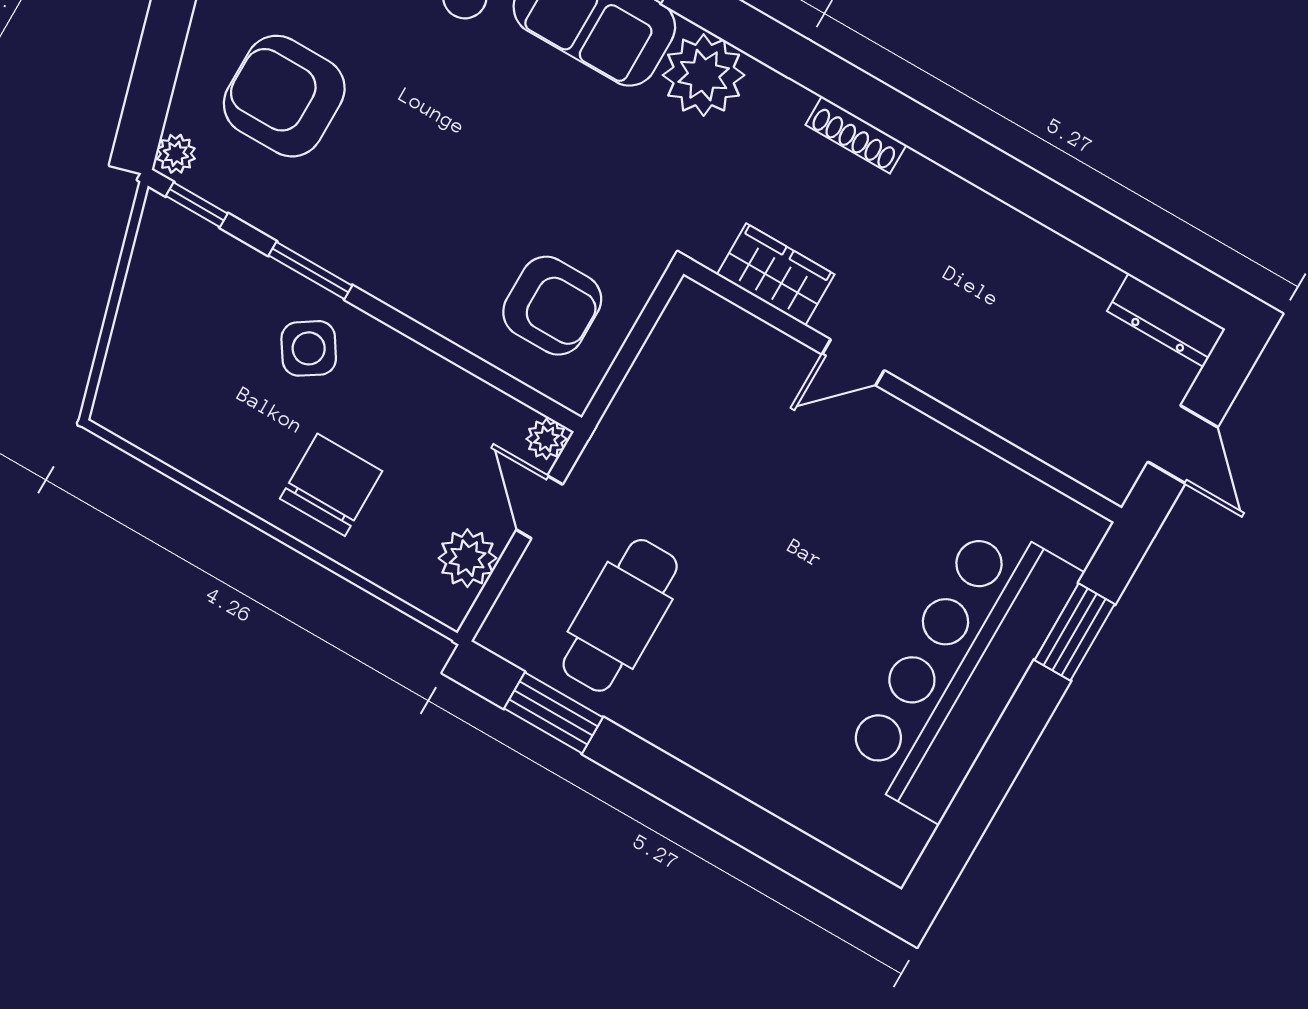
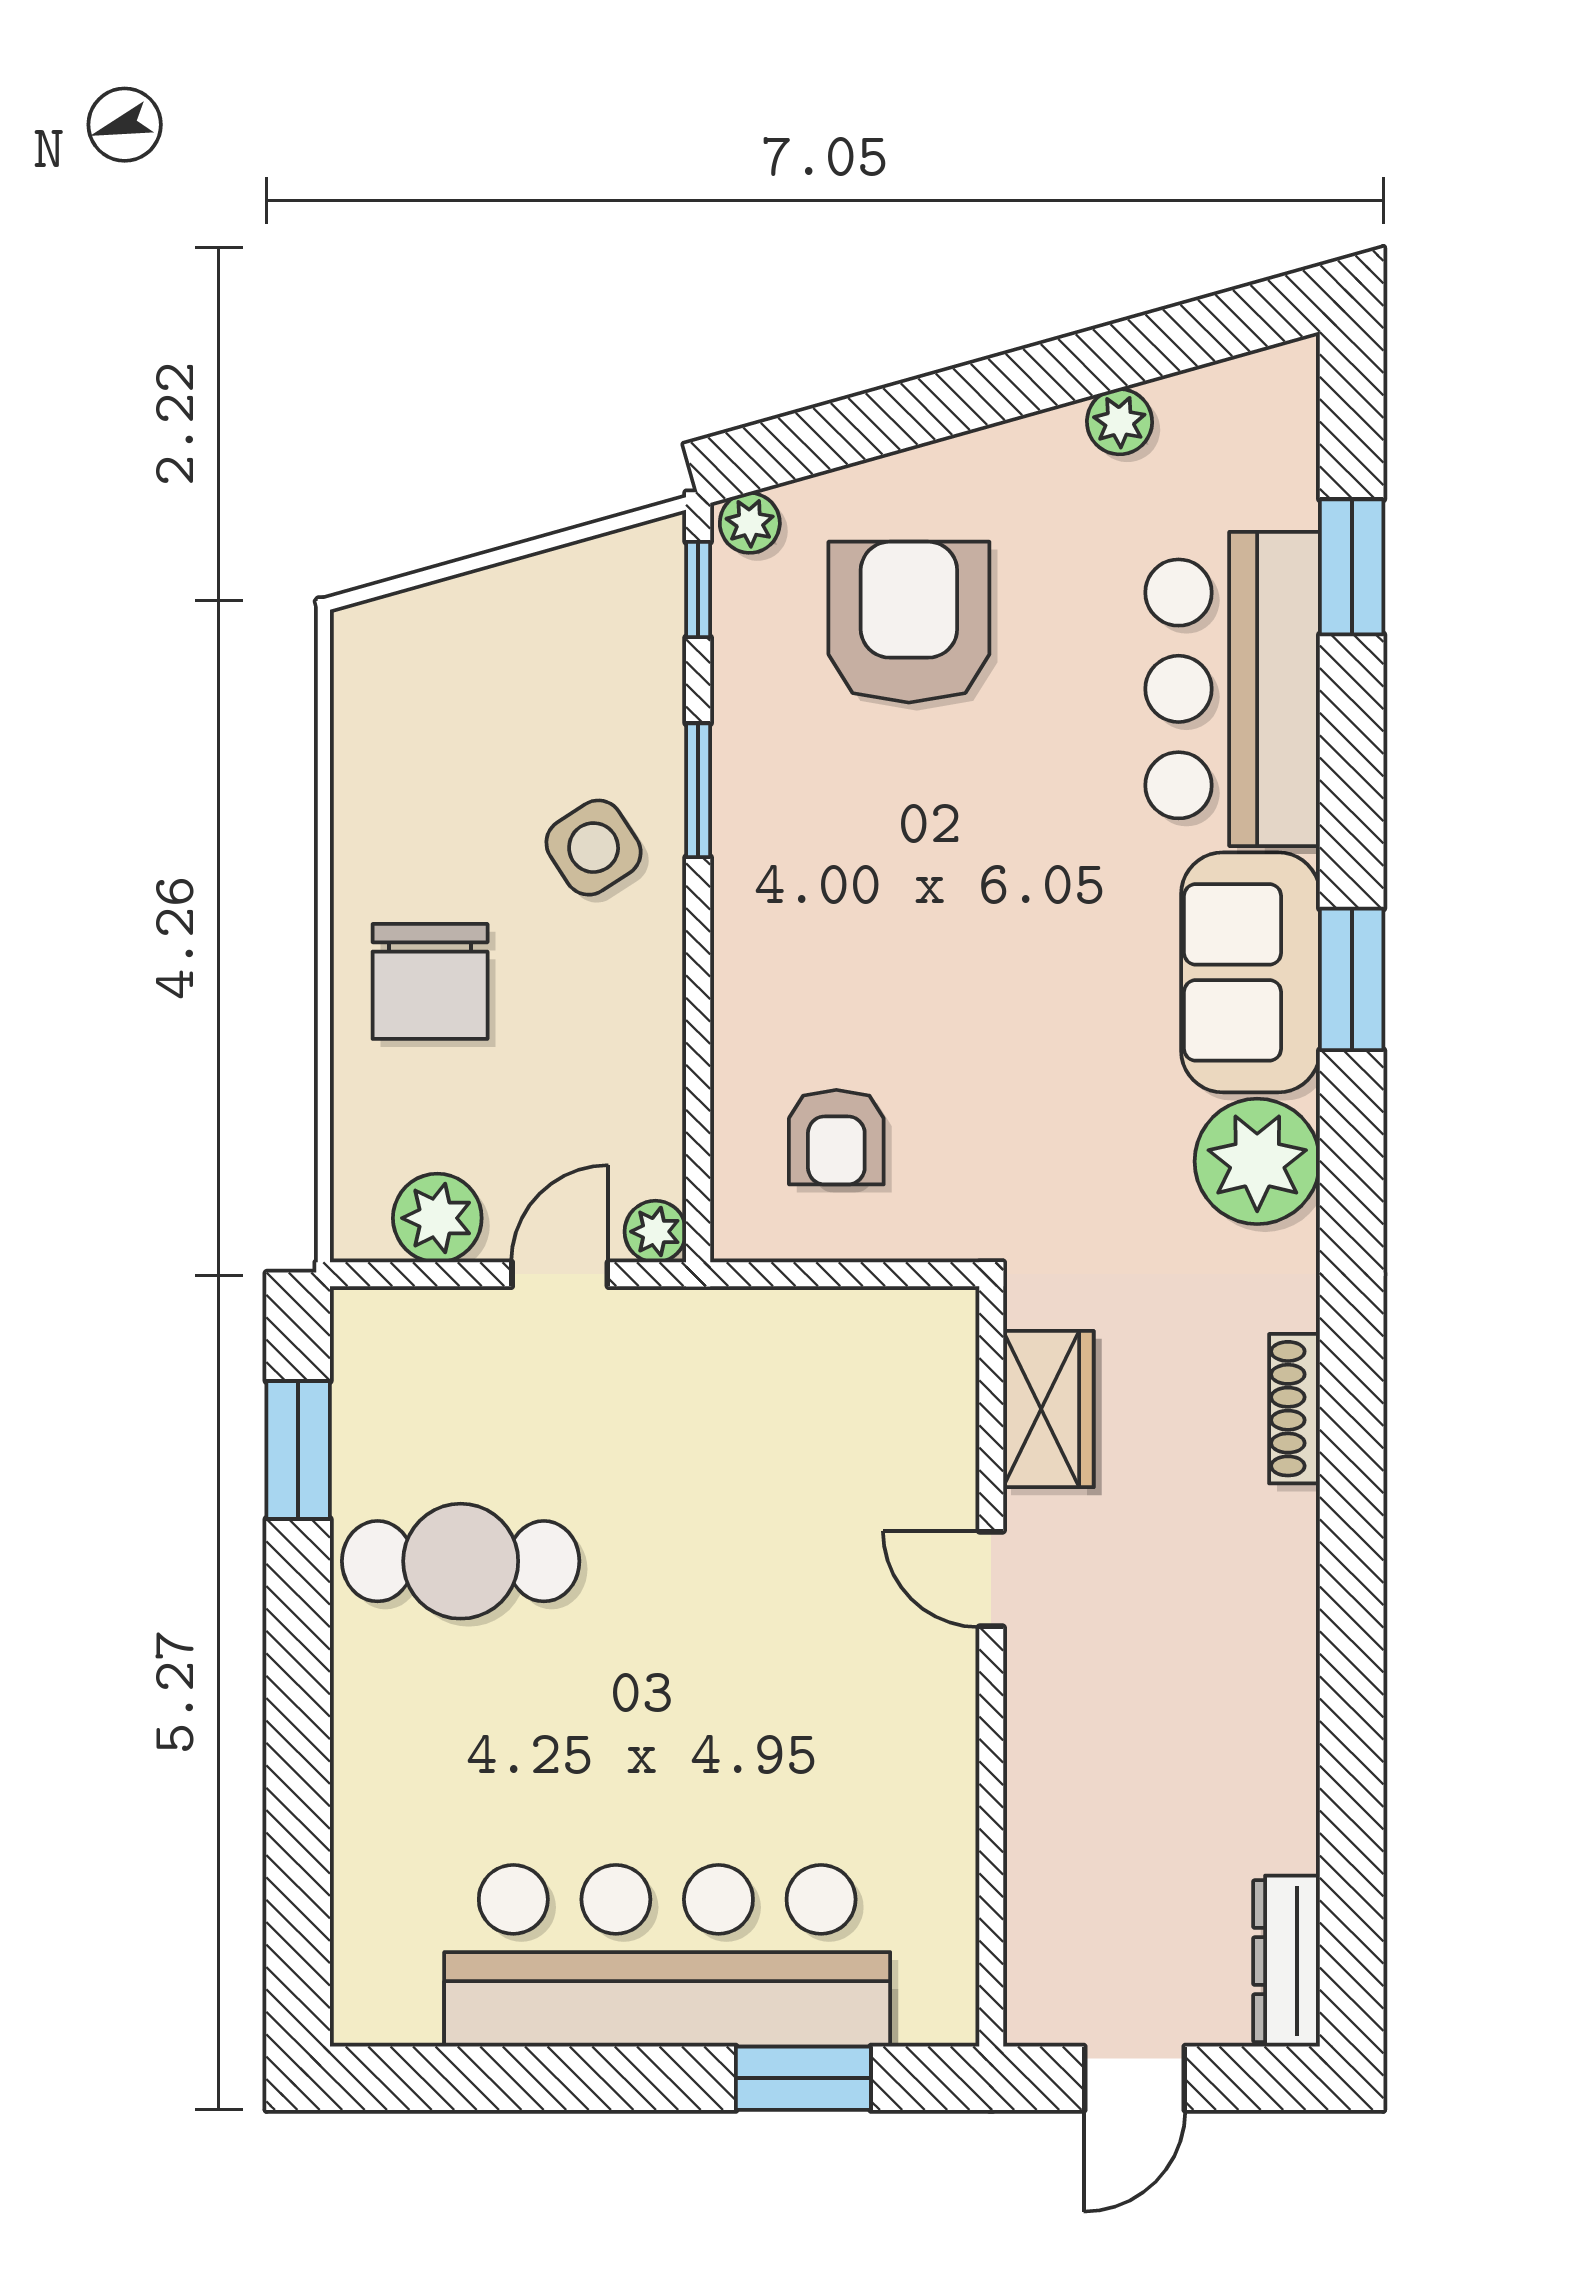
armchair: (552, 306) -> (836, 1137), width x0.72, depth x0.72
chair: (331, 485) -> (430, 981), turned 90
cafe table: (620, 615) -> (461, 1561), moved

